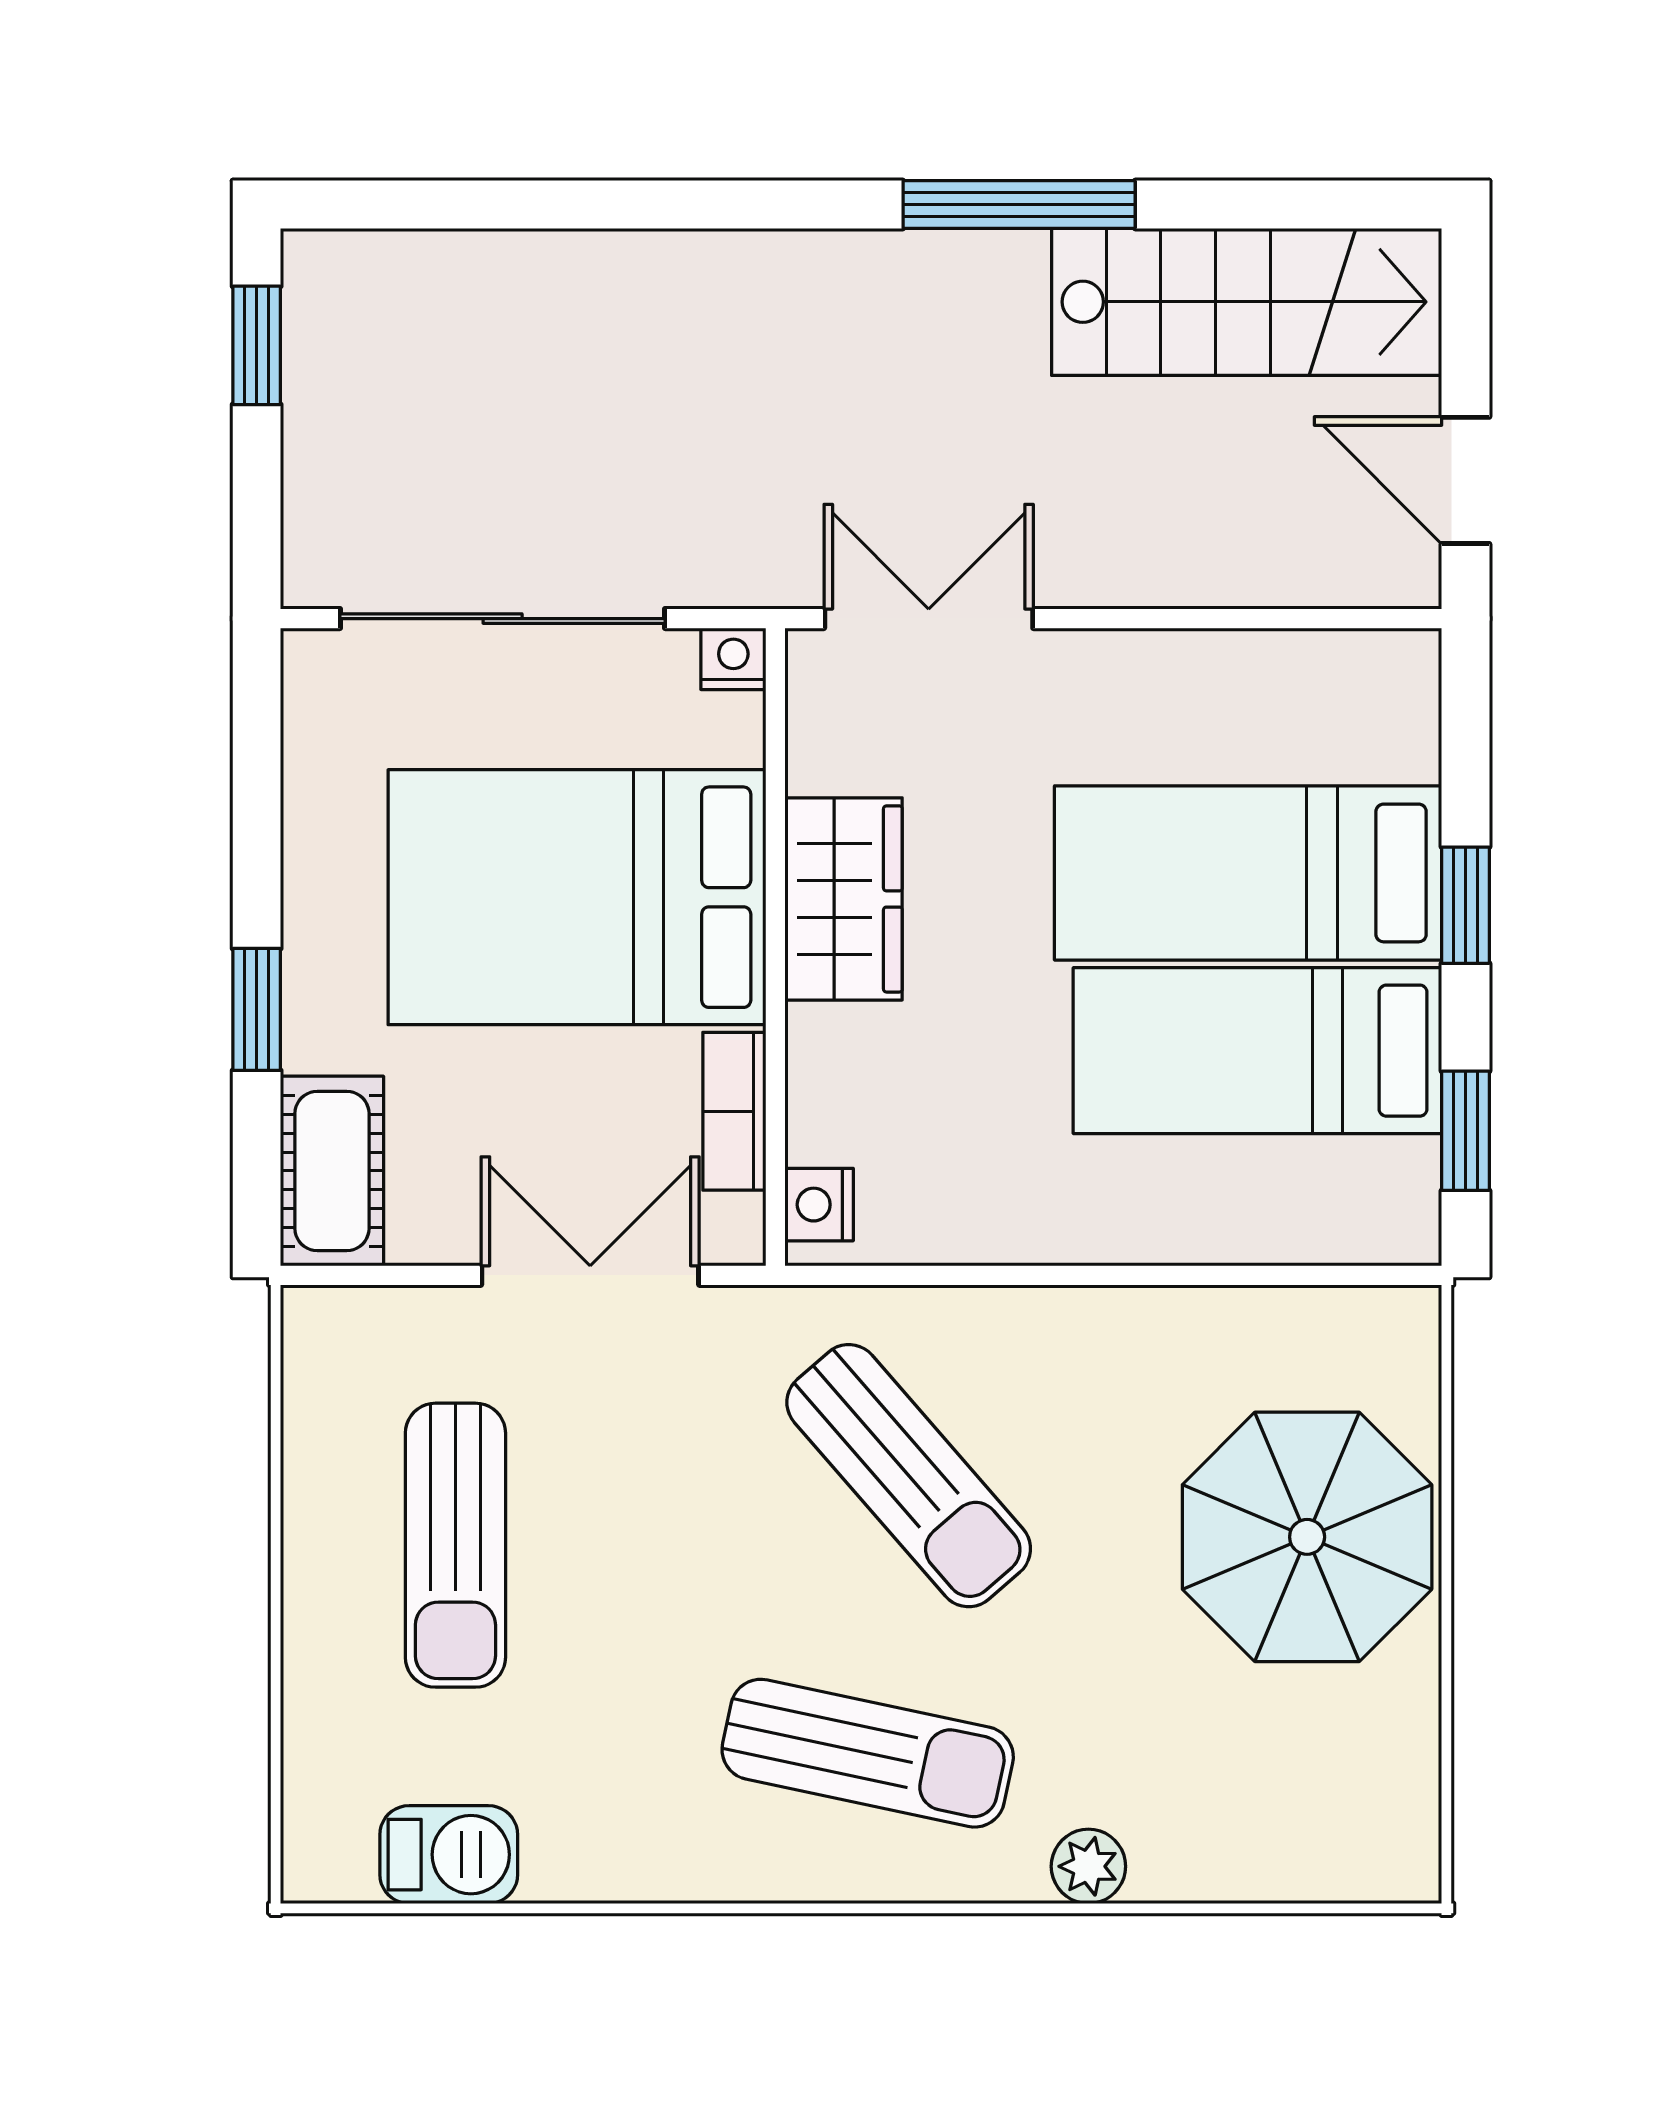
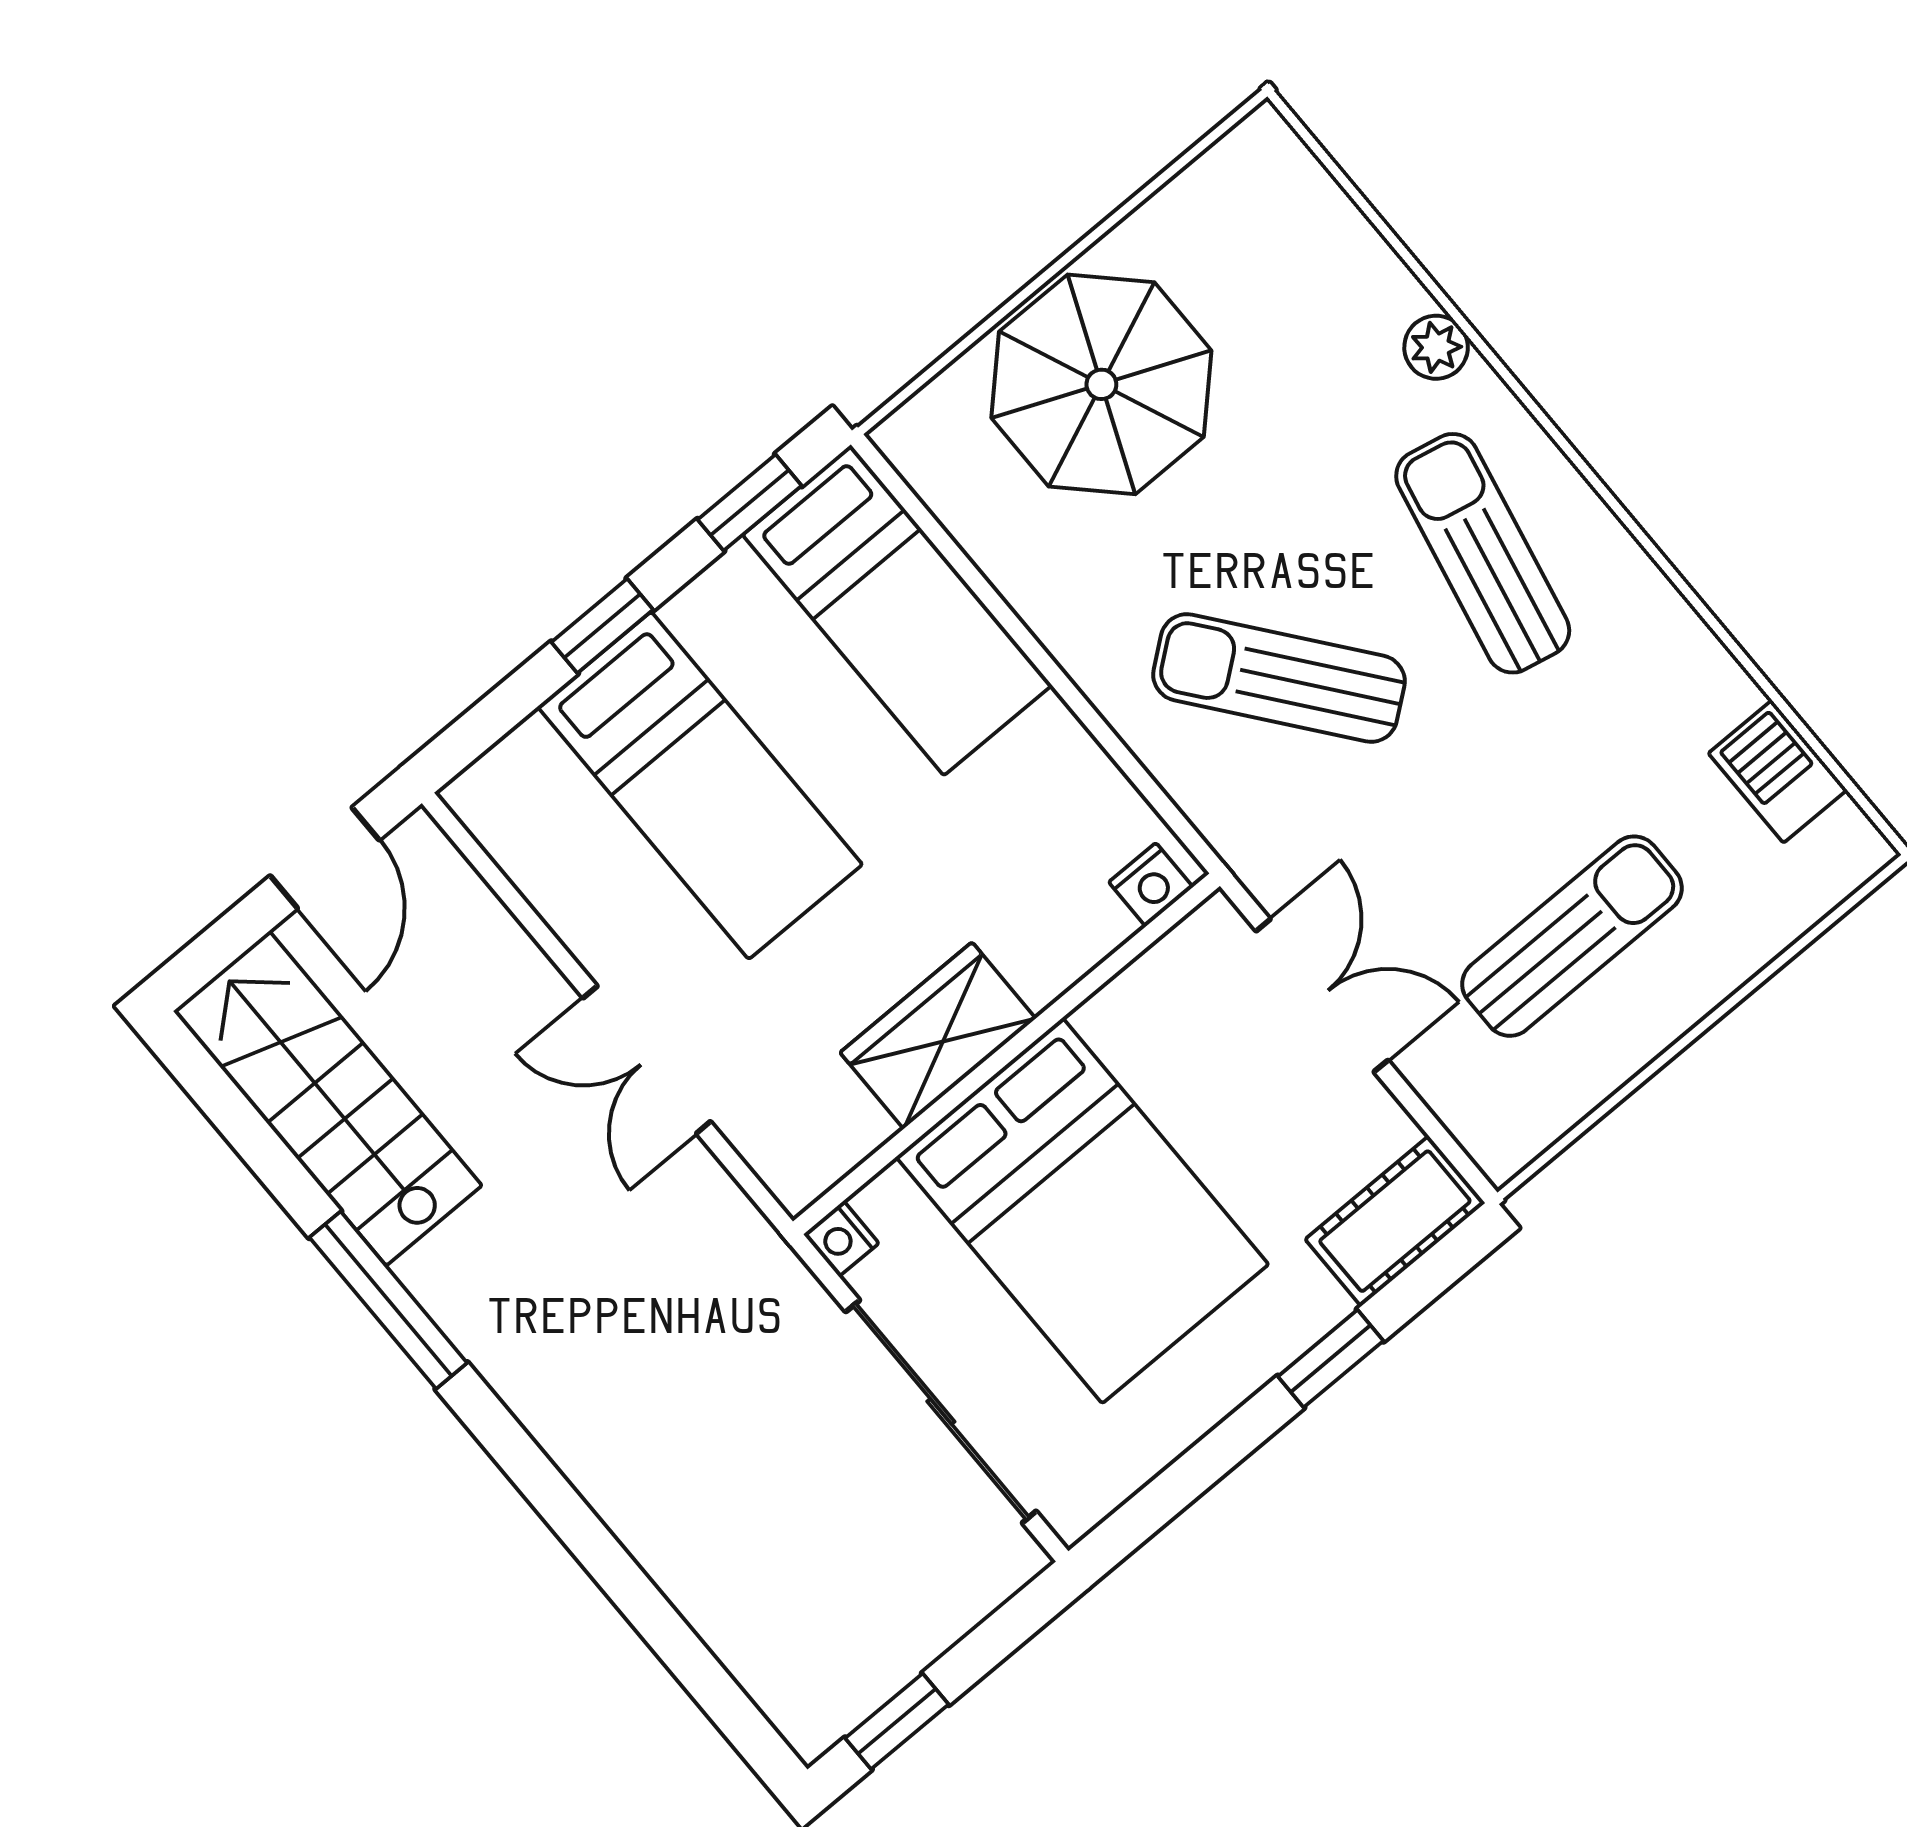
double door: (929, 619) -> (647, 1060), moved
bed: (1257, 1051) -> (897, 610), moved
bookcase: (734, 1111) -> (1136, 991), removed
double door: (590, 1275) -> (1322, 996), swing flipped
sun lounger: (909, 1476) -> (1279, 678), turned -87

